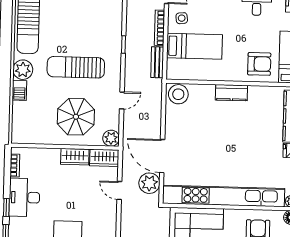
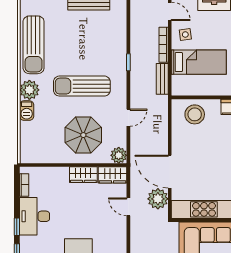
stool: (178, 94) -> (195, 114), moved

